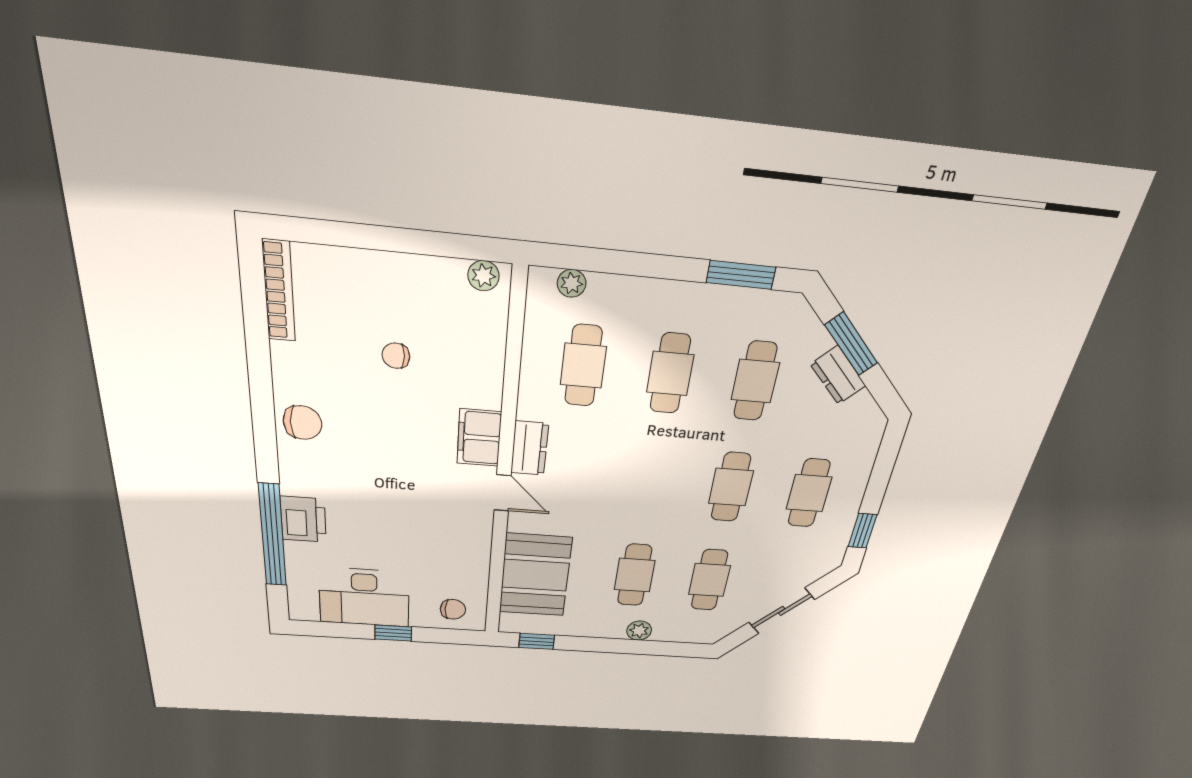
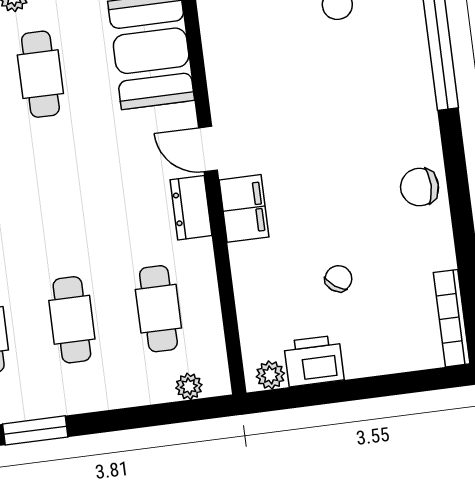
chair: (396, 356) -> (338, 279), turned -54
printer: (303, 519) -> (314, 361), moved, turned 90

